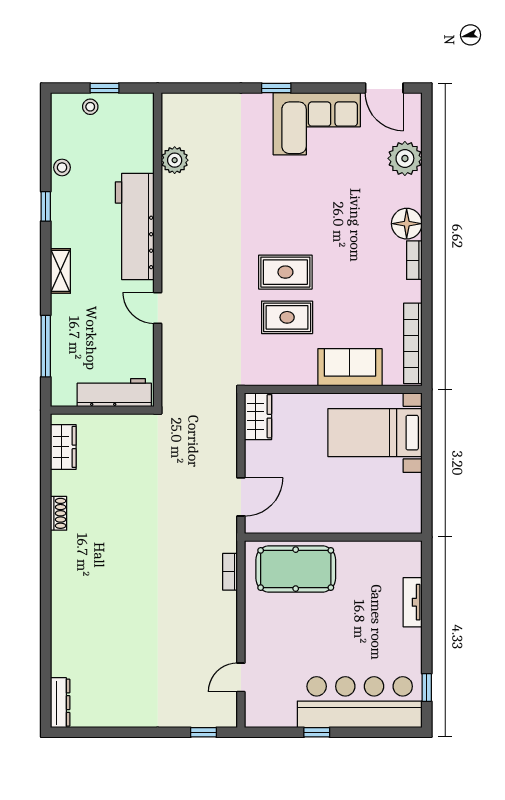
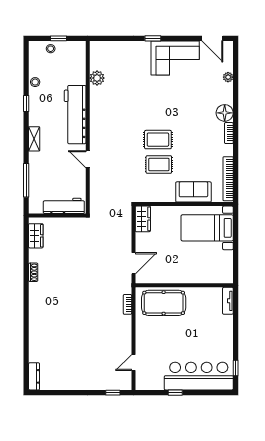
plant: (405, 158) -> (228, 77), width x0.53, depth x0.53
tv unit: (413, 602) -> (228, 301), moved

